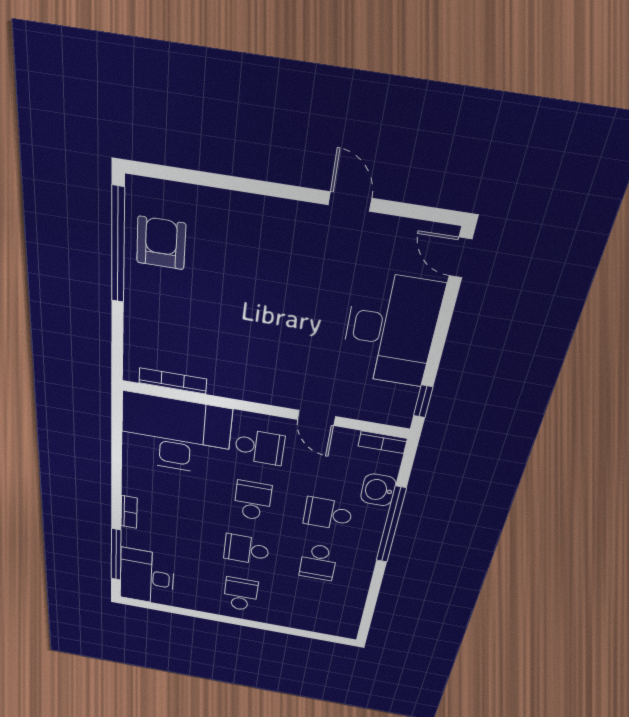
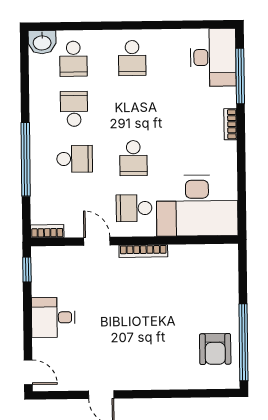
desk: (391, 330) -> (53, 317), width x0.53, depth x0.77
bookcase: (173, 381) -> (143, 251), moved
washbasin: (378, 490) -> (42, 42), moved, turned 90
school desk: (246, 549) -> (73, 59), moved, turned 90

